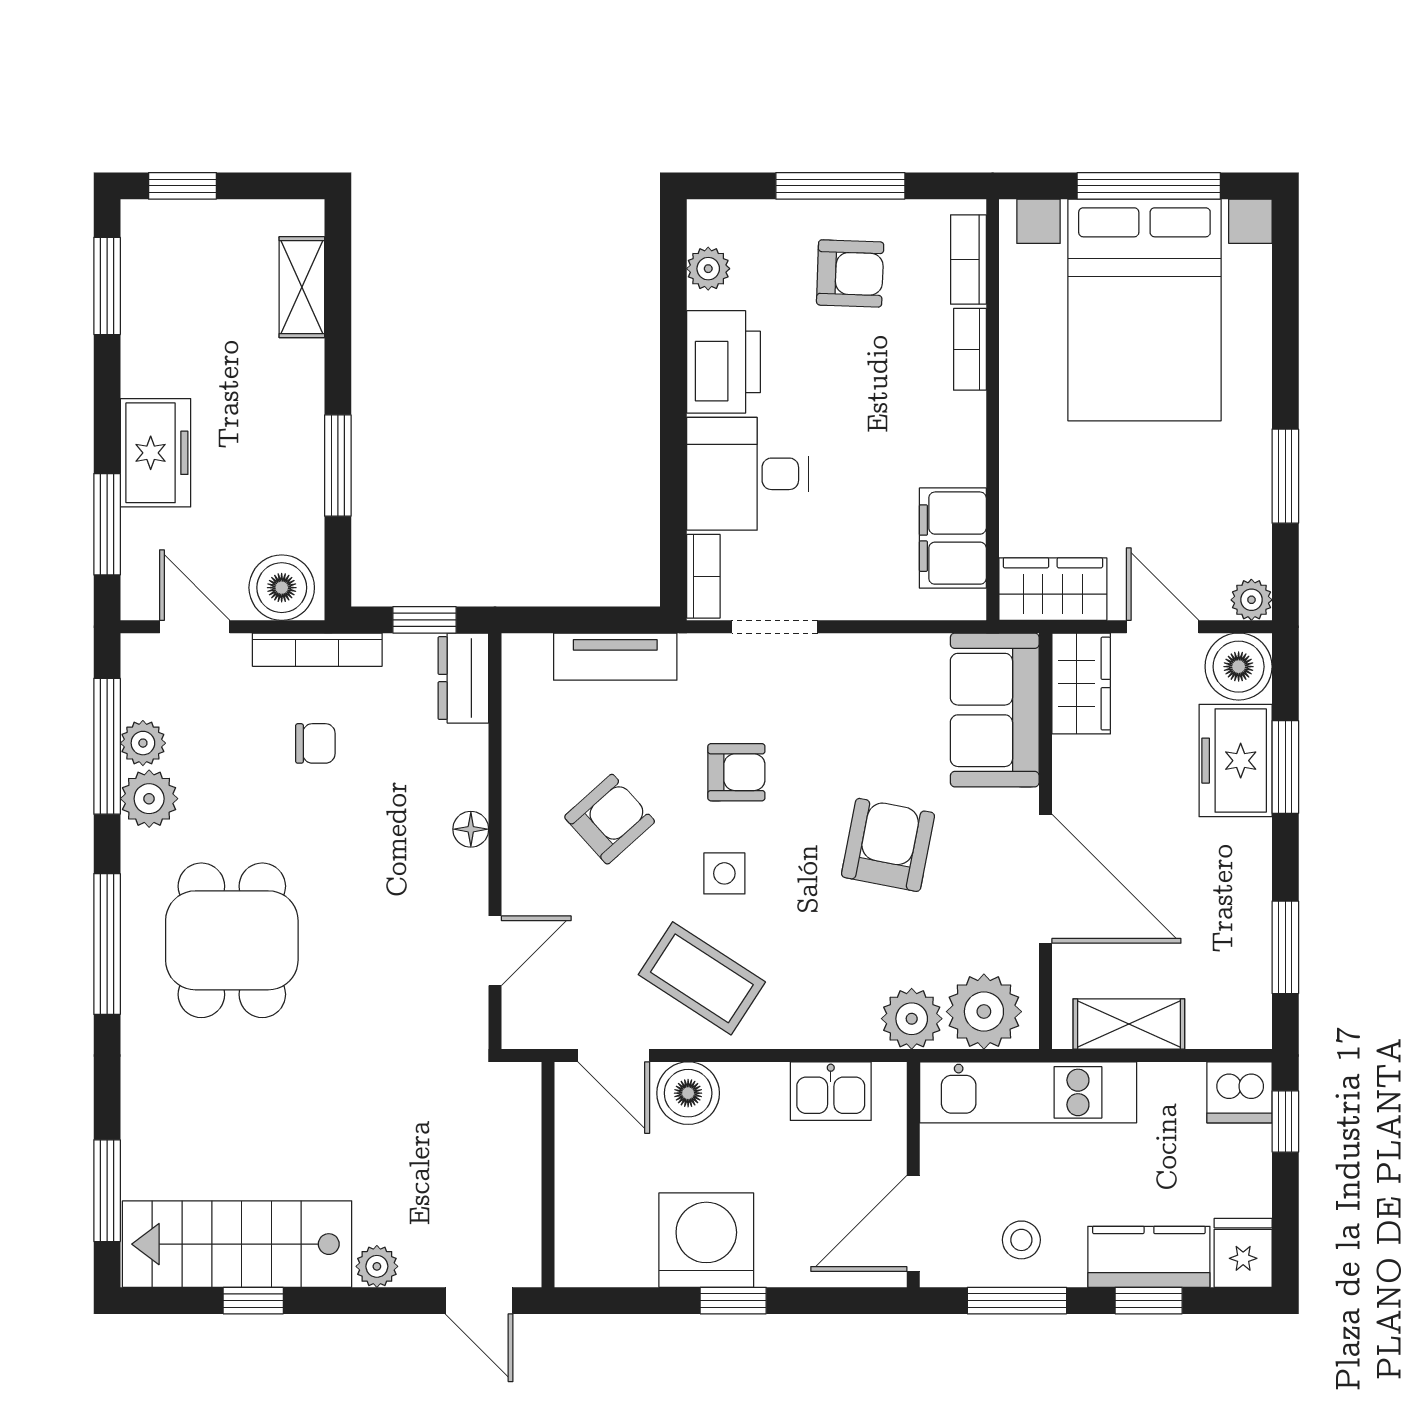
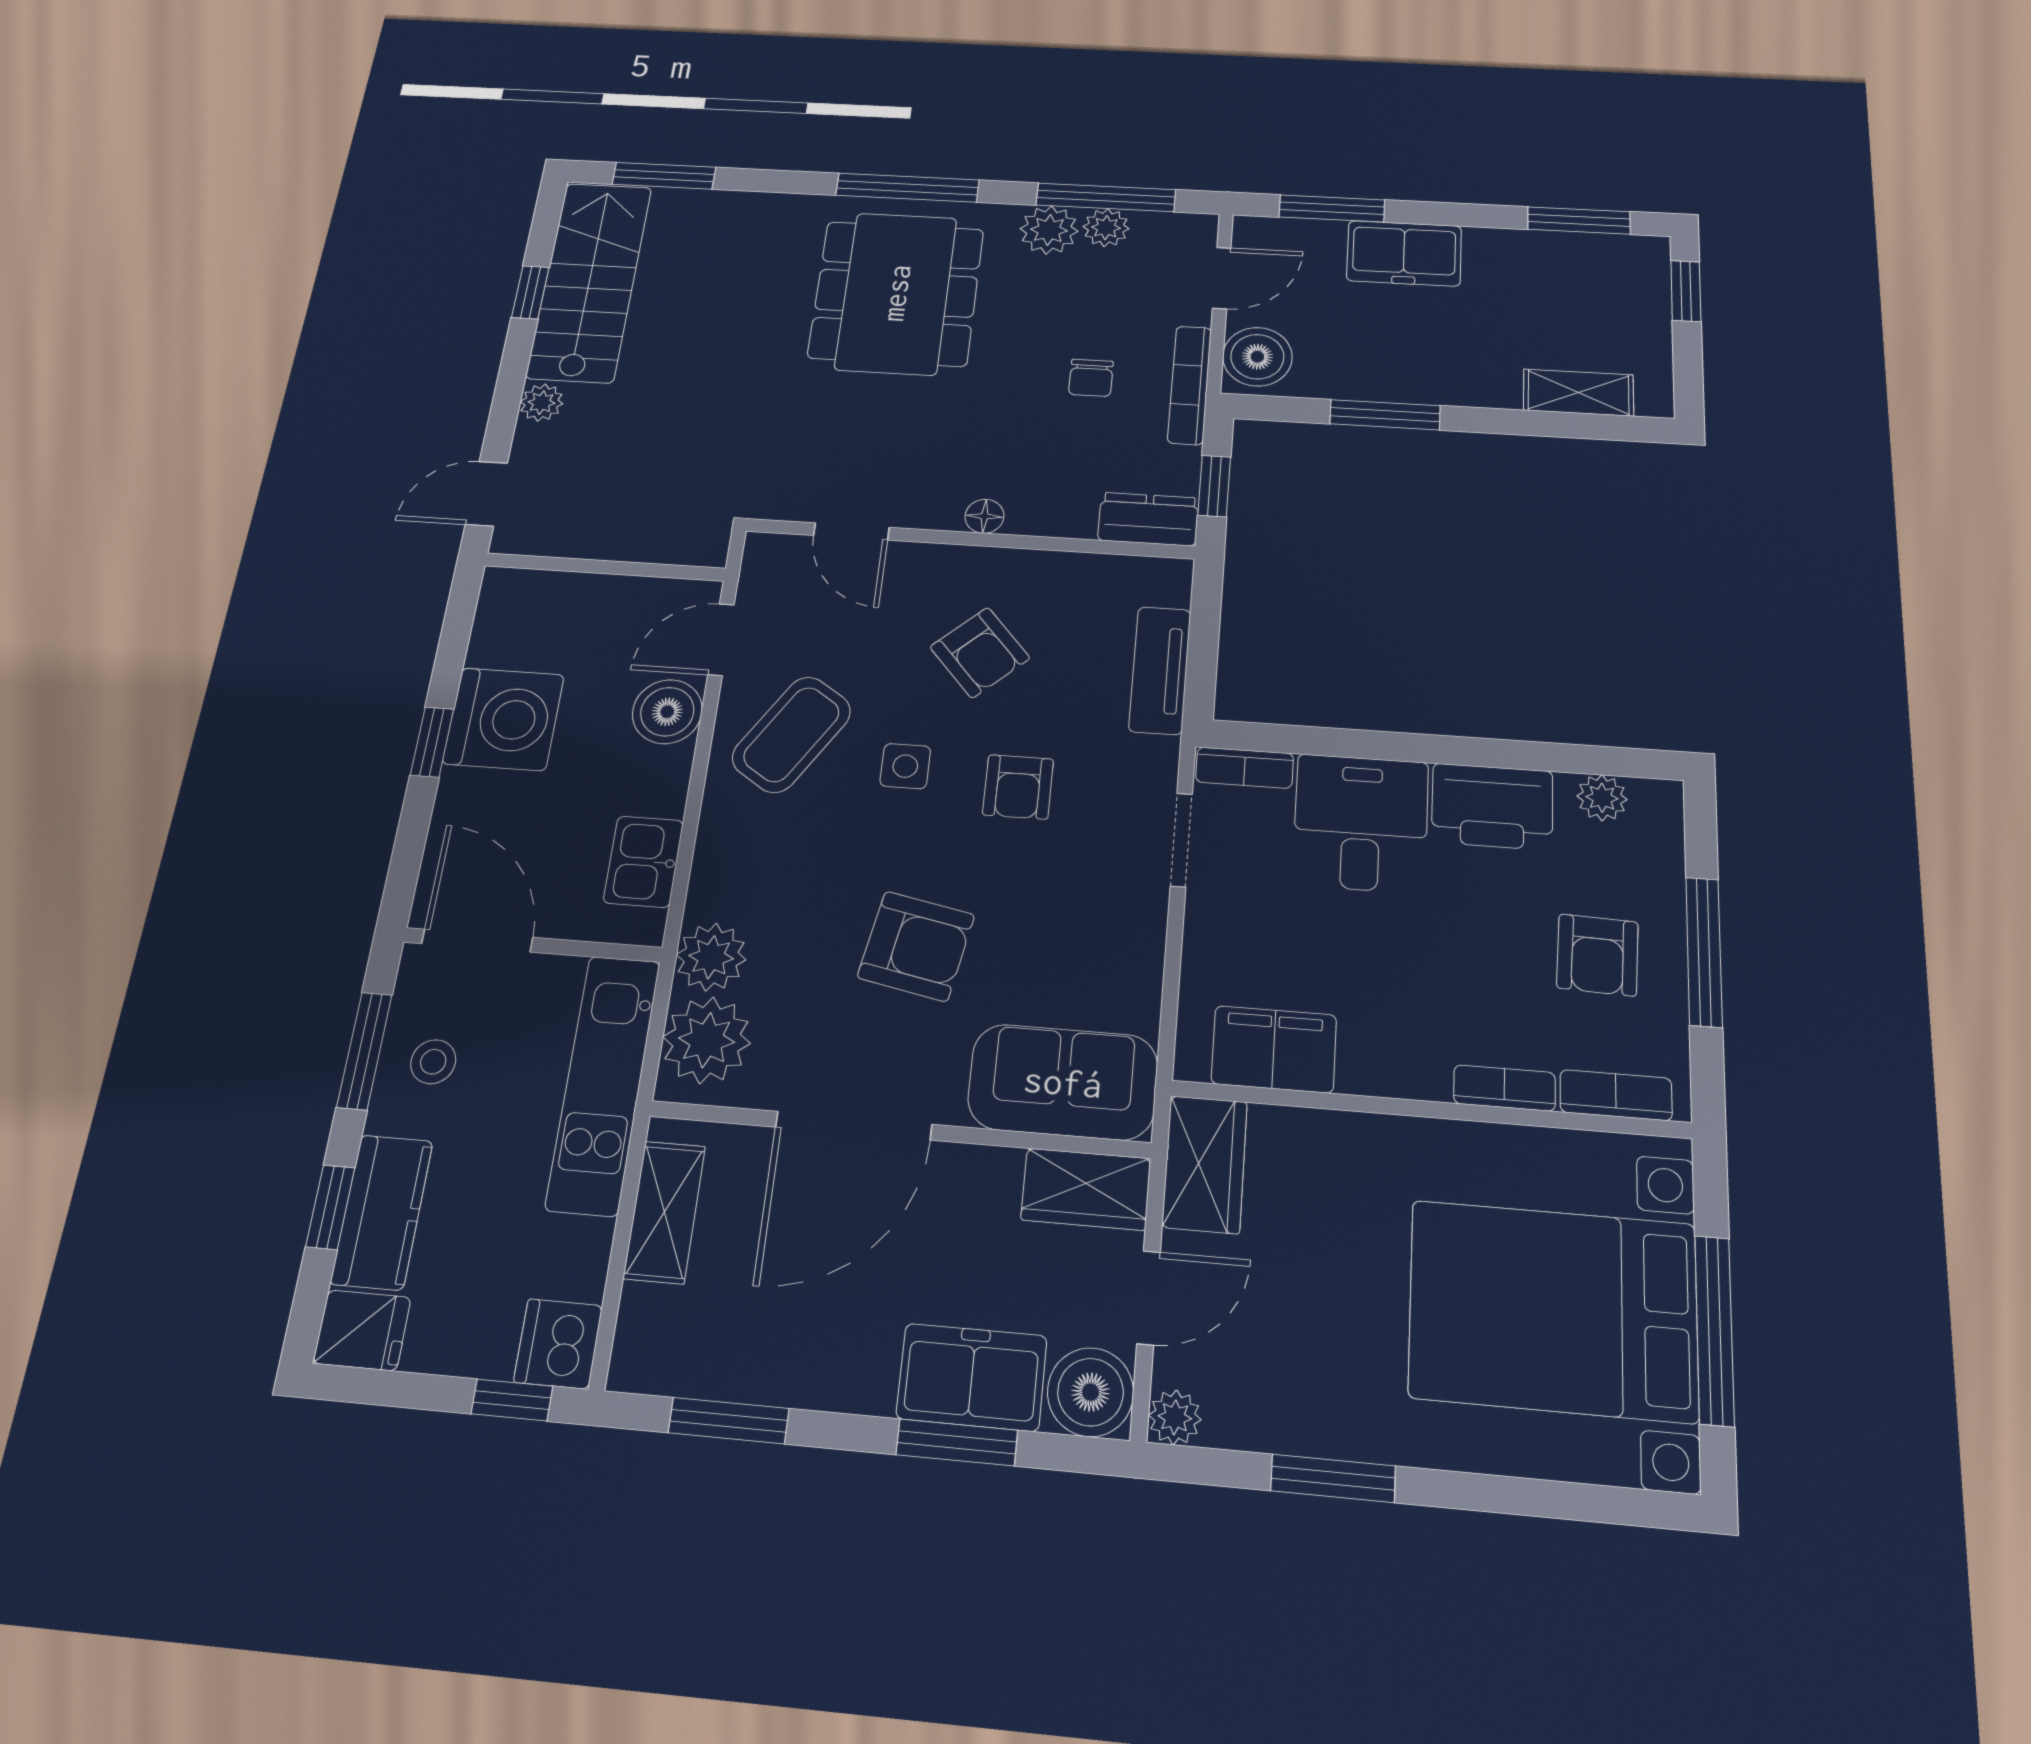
dining table: (232, 940) -> (896, 293), width x1.37

